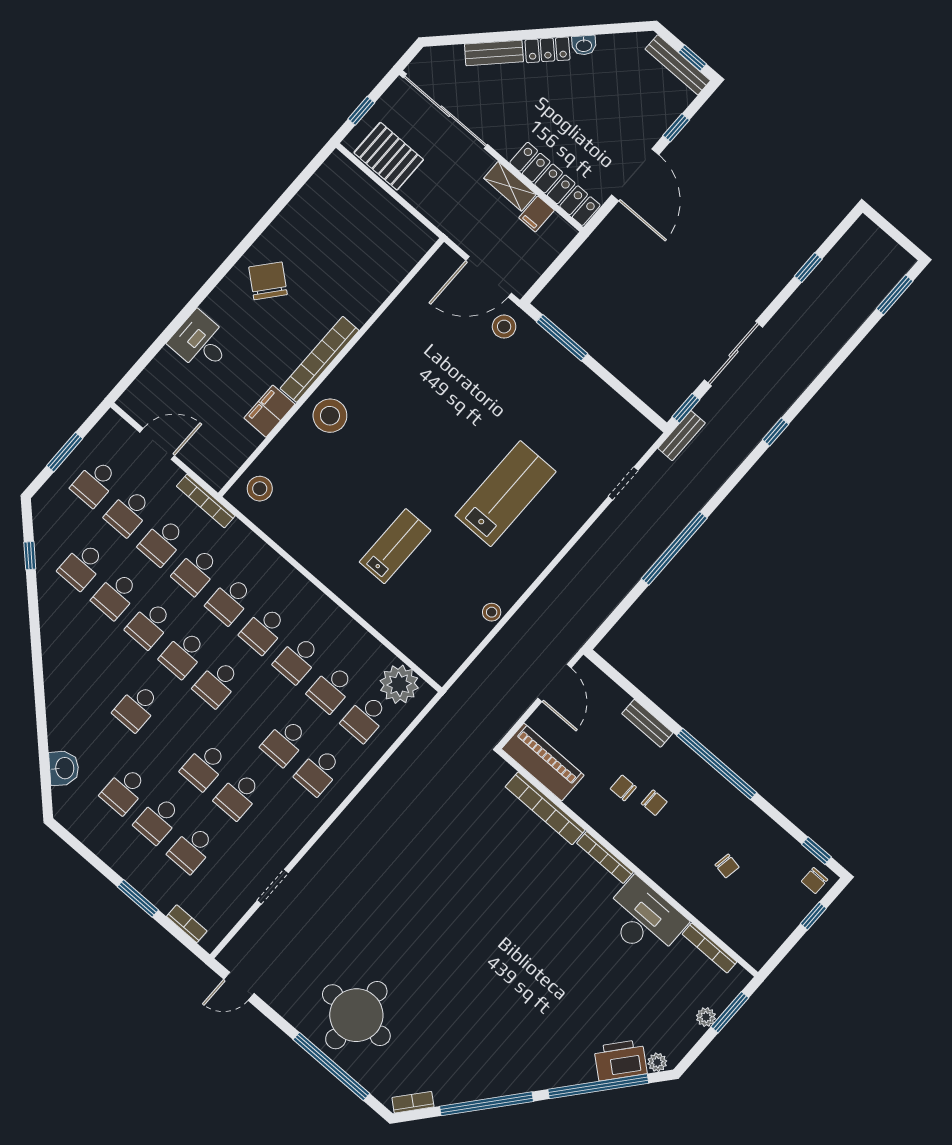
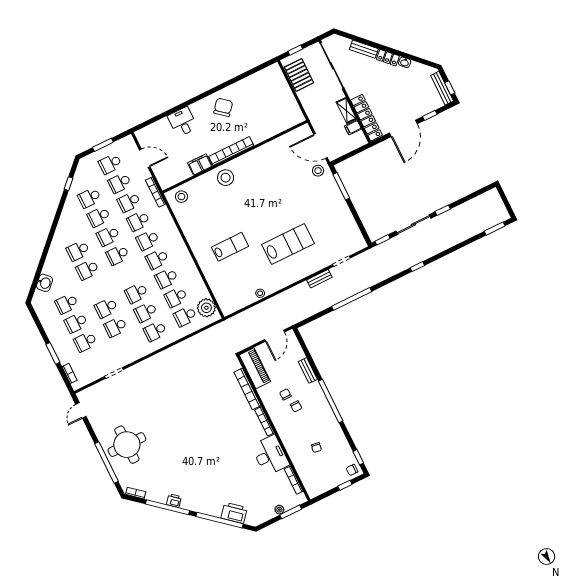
window: (808, 268) -> (443, 210), moved
bench: (682, 436) -> (319, 279), moved
school desk: (103, 678) -> (78, 251), added
school desk: (217, 683) -> (136, 293), moved
door: (239, 986) -> (81, 410), hinge flipped
plant: (657, 1062) -> (250, 521), removed
printer: (494, 1086) -> (174, 501), added

